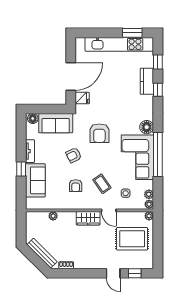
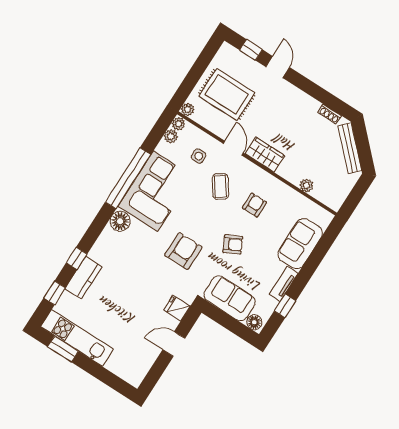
kitchen unit: (119, 44) -> (77, 338), width x0.73
door: (71, 77) -> (174, 344), width x0.53
window: (21, 169) -> (285, 306), moved

